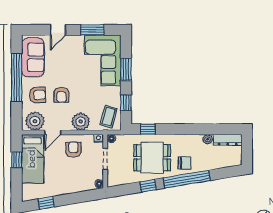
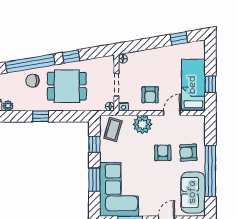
plant: (35, 121) -> (191, 125), removed
window: (148, 129) -> (41, 116), moved

